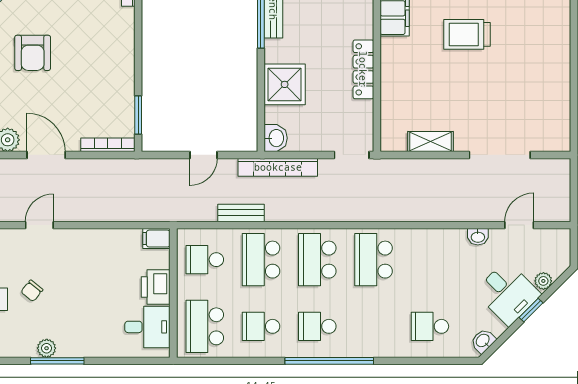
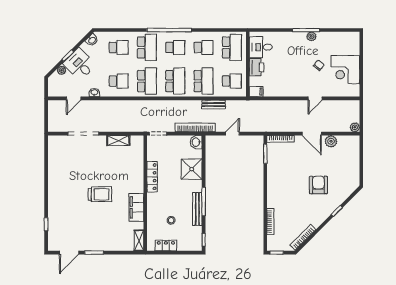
school desk: (430, 260) -> (119, 81), added
school desk: (374, 326) -> (147, 47), added

